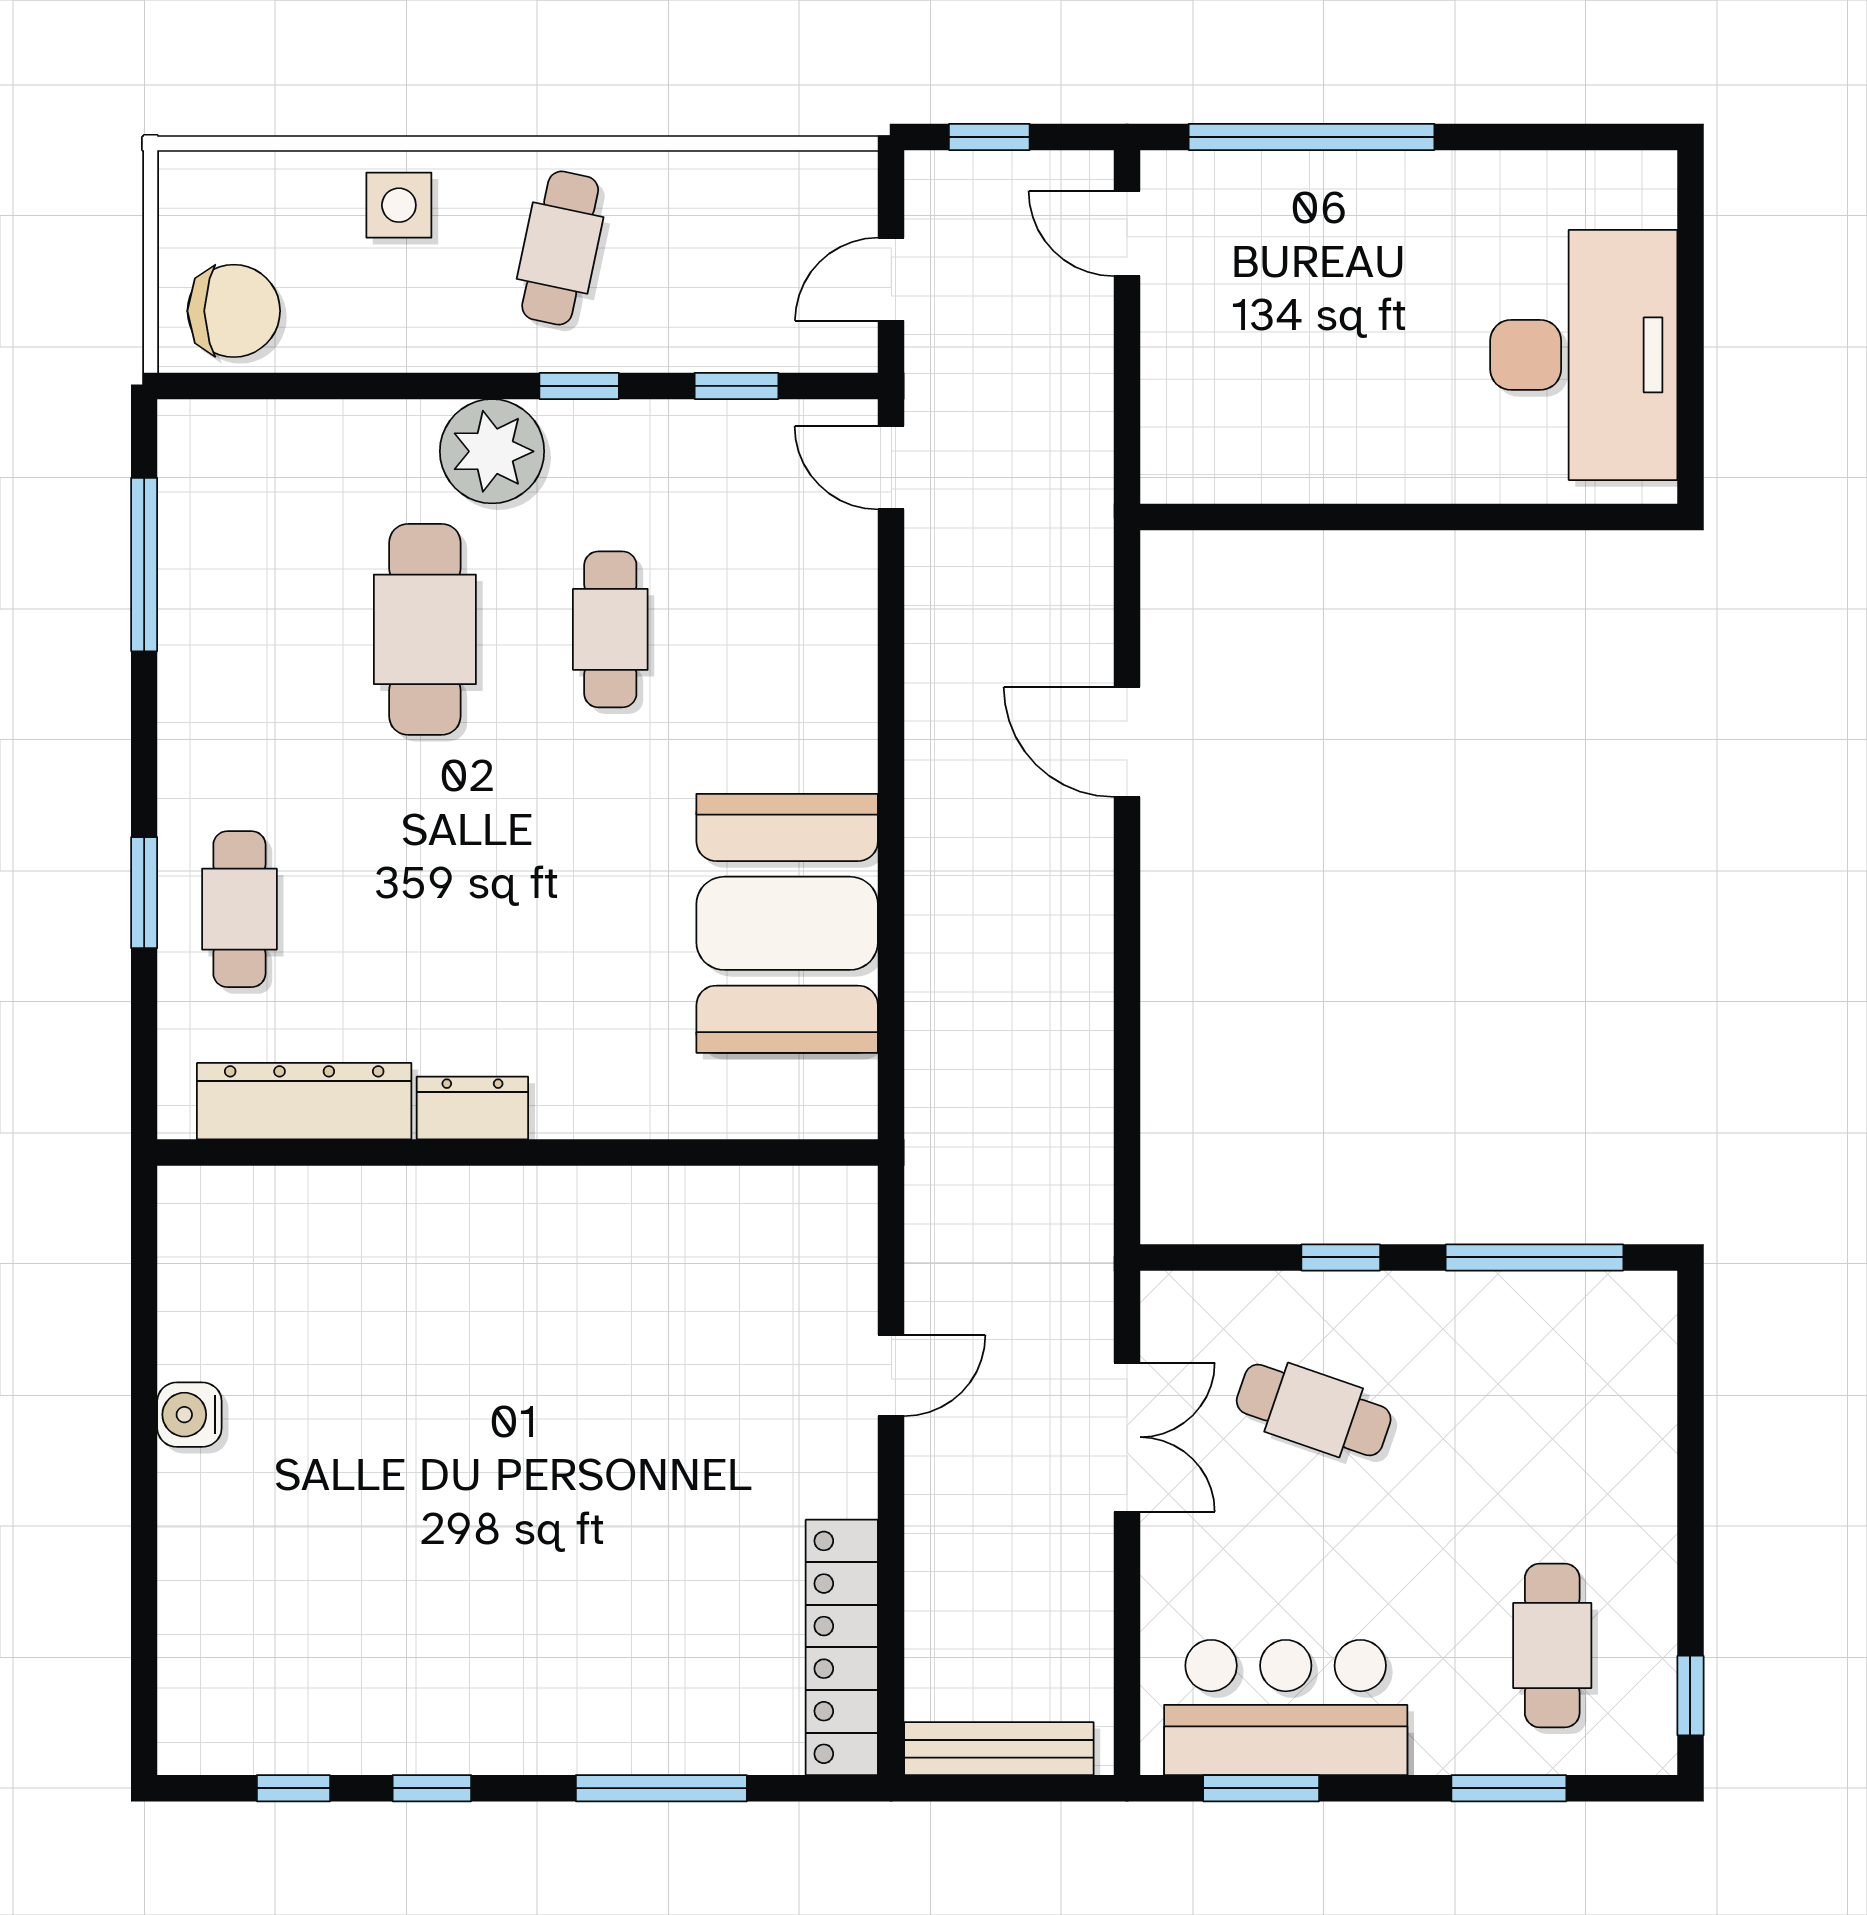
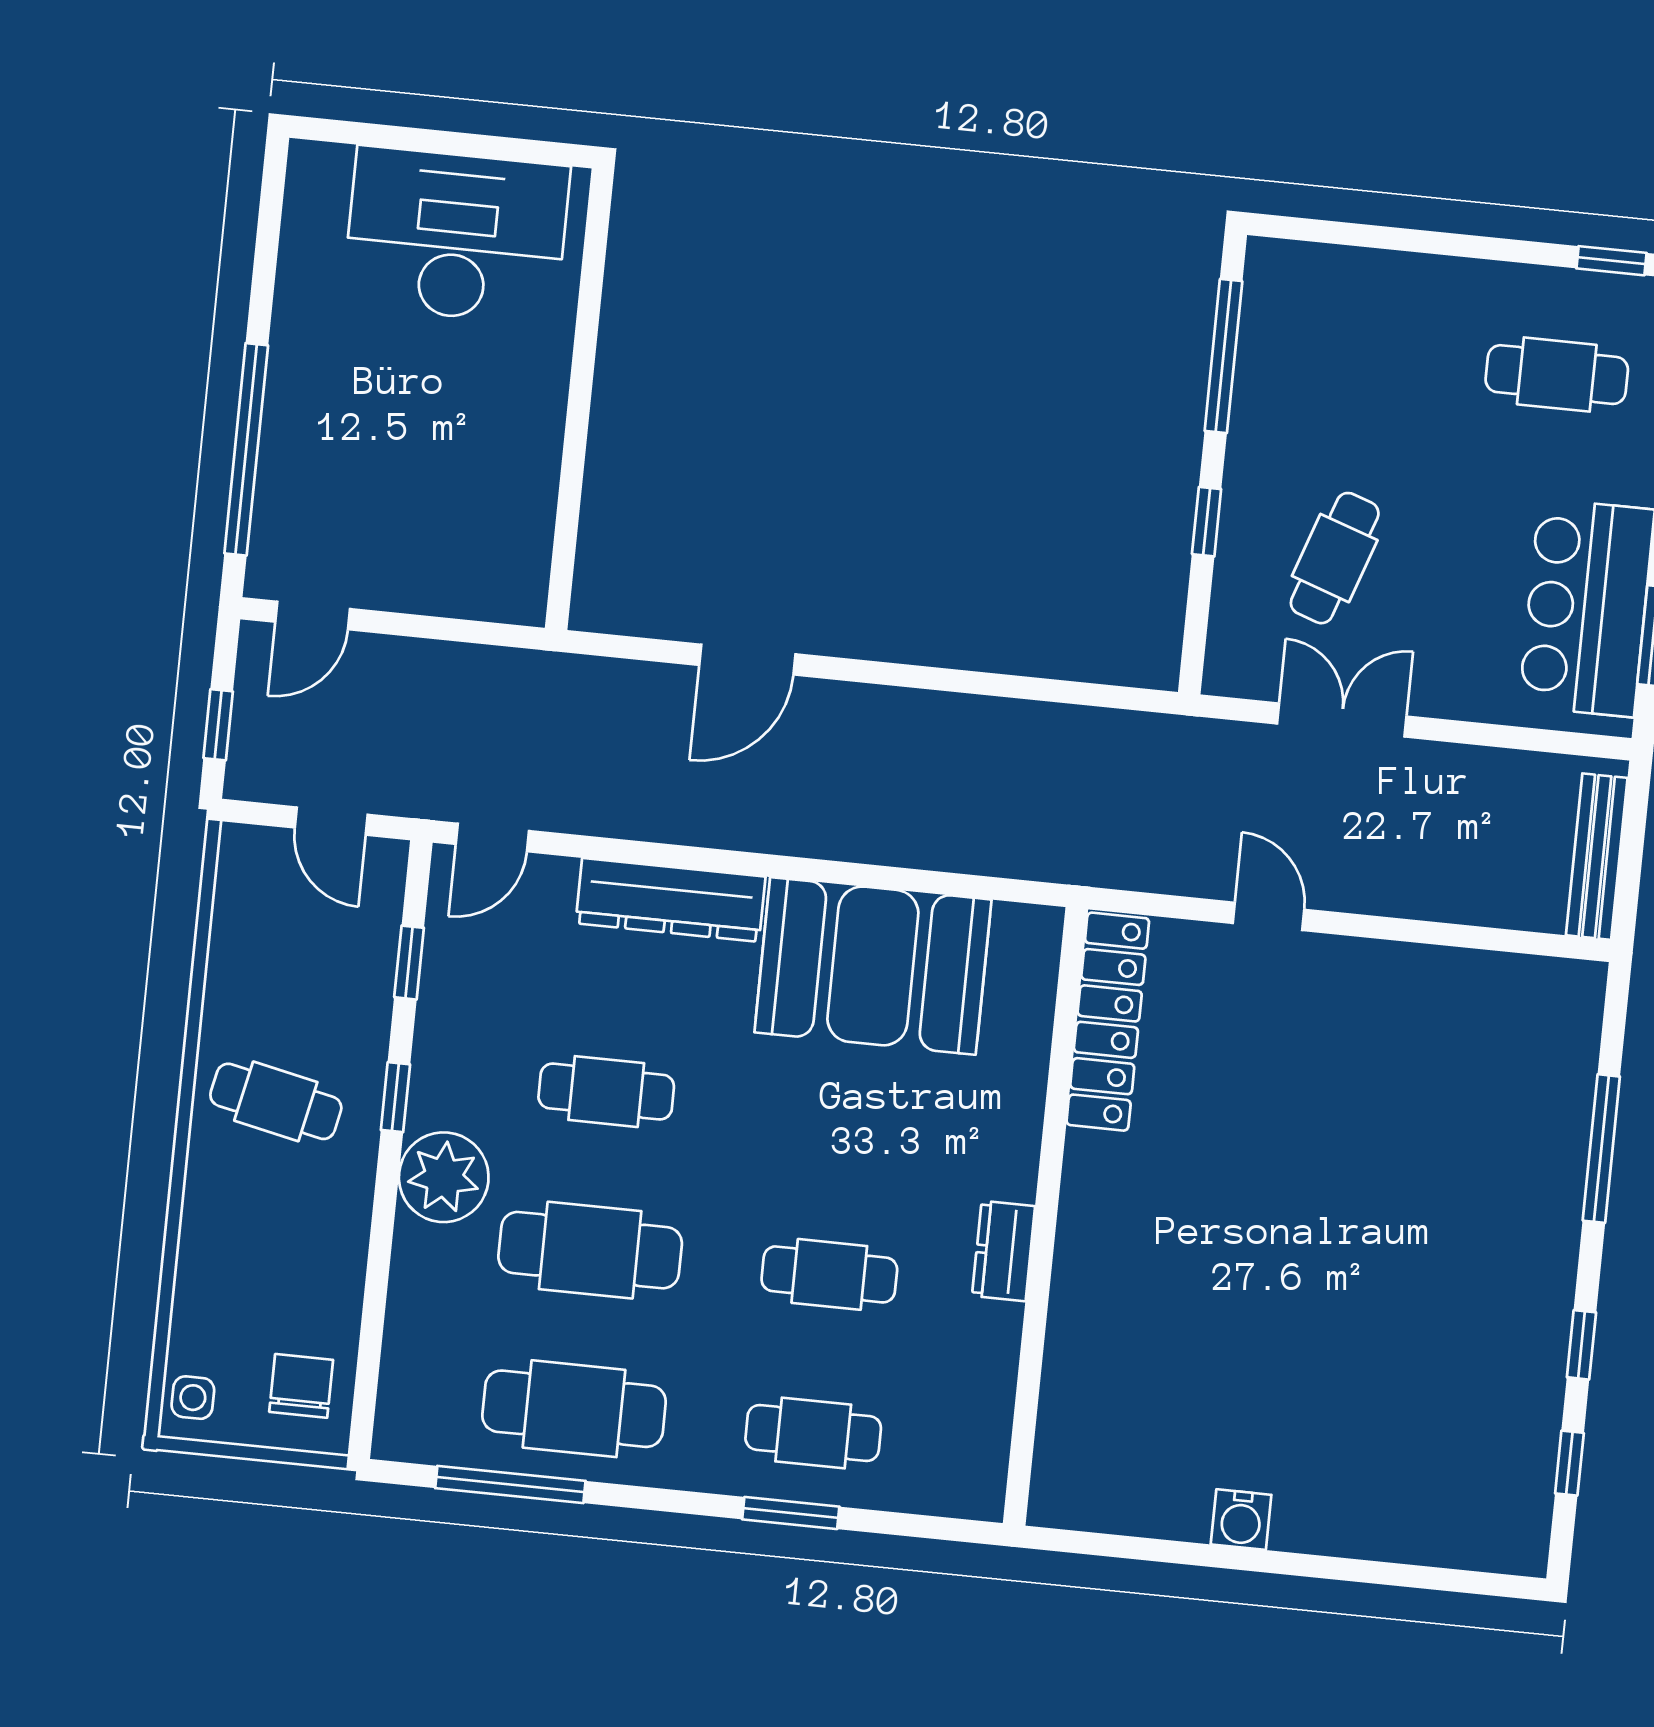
side table: (399, 205) -> (193, 1398), moved, width x0.73, depth x0.73
chair: (234, 311) -> (301, 1386), width x0.73, depth x0.73
cafe table: (239, 629) -> (574, 1409), added
cafe table: (425, 909) -> (829, 1274), added
dresser: (304, 1101) -> (671, 900), moved, turned -90
locker: (842, 1647) -> (1108, 1022), moved, turned -90

